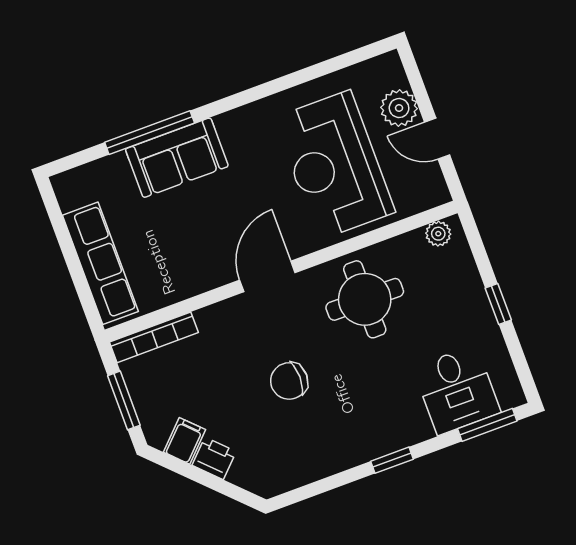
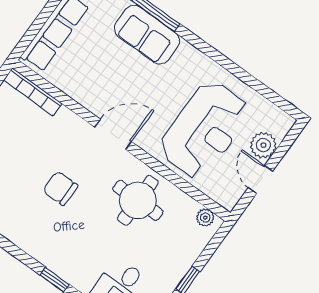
reception desk: (334, 165) -> (205, 130), turned 180

